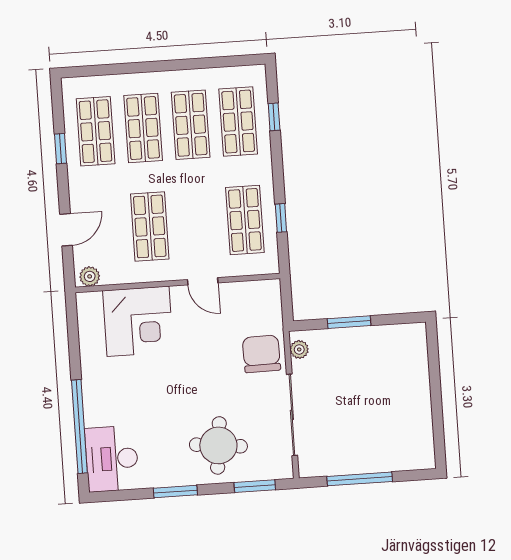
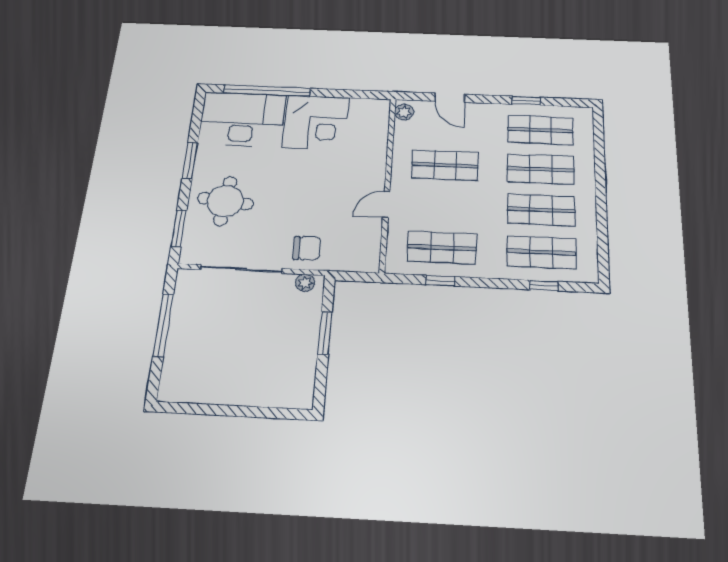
corner desk: (138, 321) -> (316, 122), moved, turned -90
chair: (261, 354) -> (307, 248), width x0.73, depth x0.73
desk: (112, 459) -> (242, 119), width x1.36, depth x1.30

